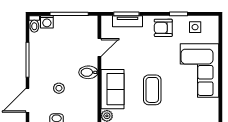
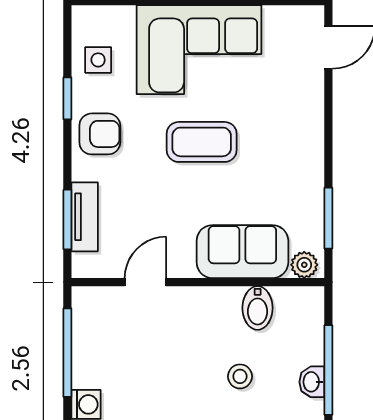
armchair: (163, 28) -> (100, 134), turned -90
door: (99, 47) -> (145, 282), hinge flipped
bidet: (88, 72) -> (258, 308), moved
coffee table: (152, 90) -> (202, 142), moved

